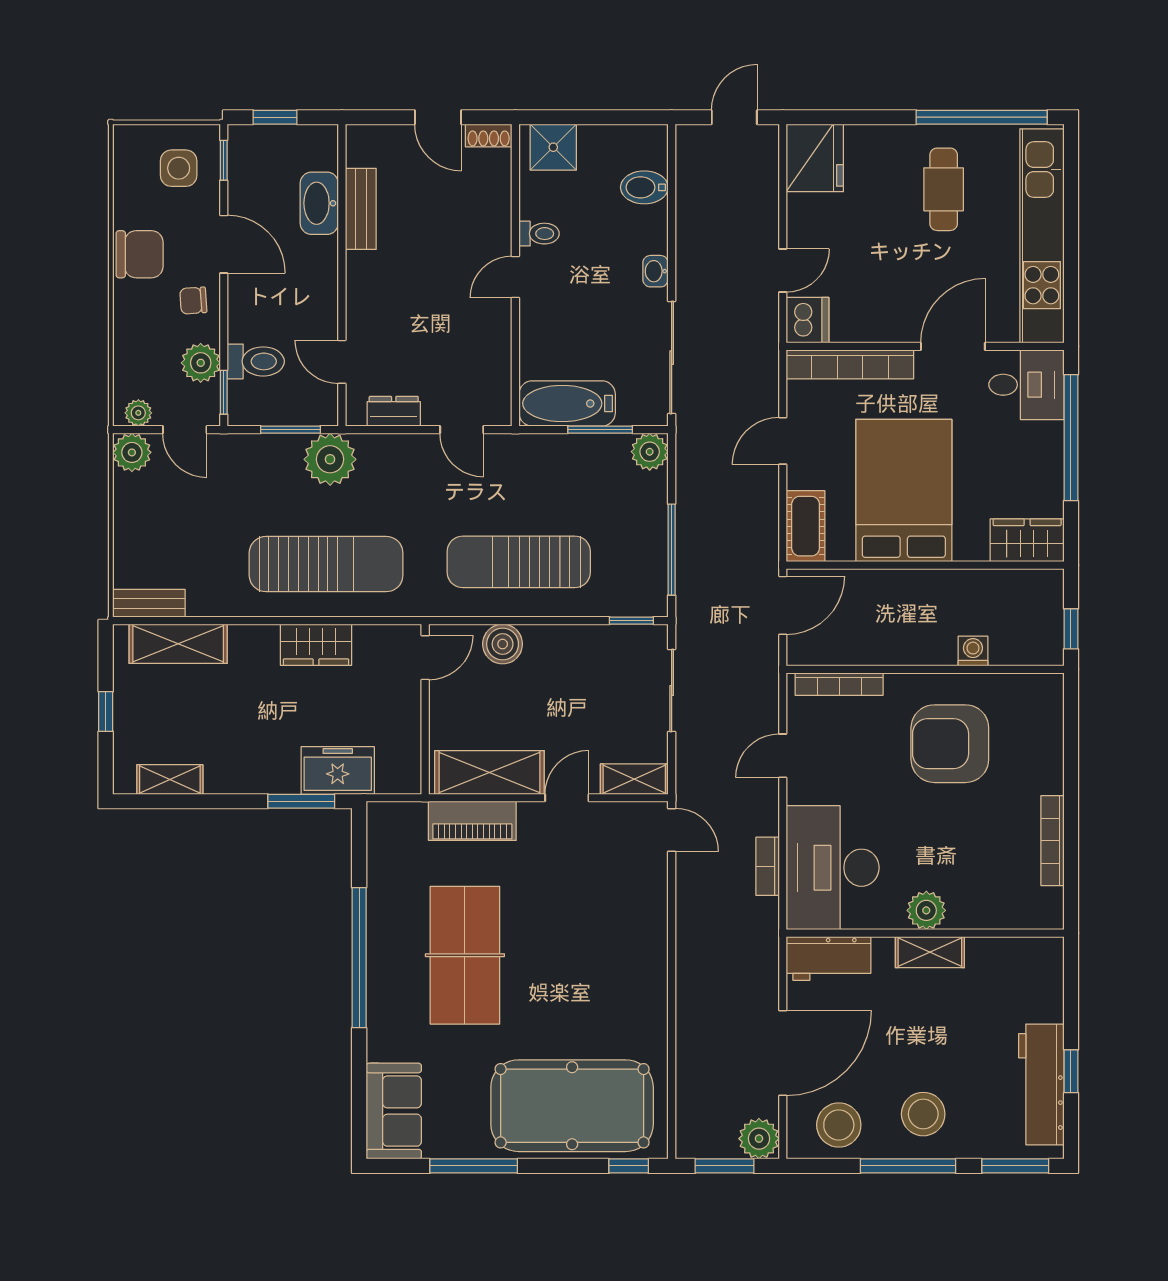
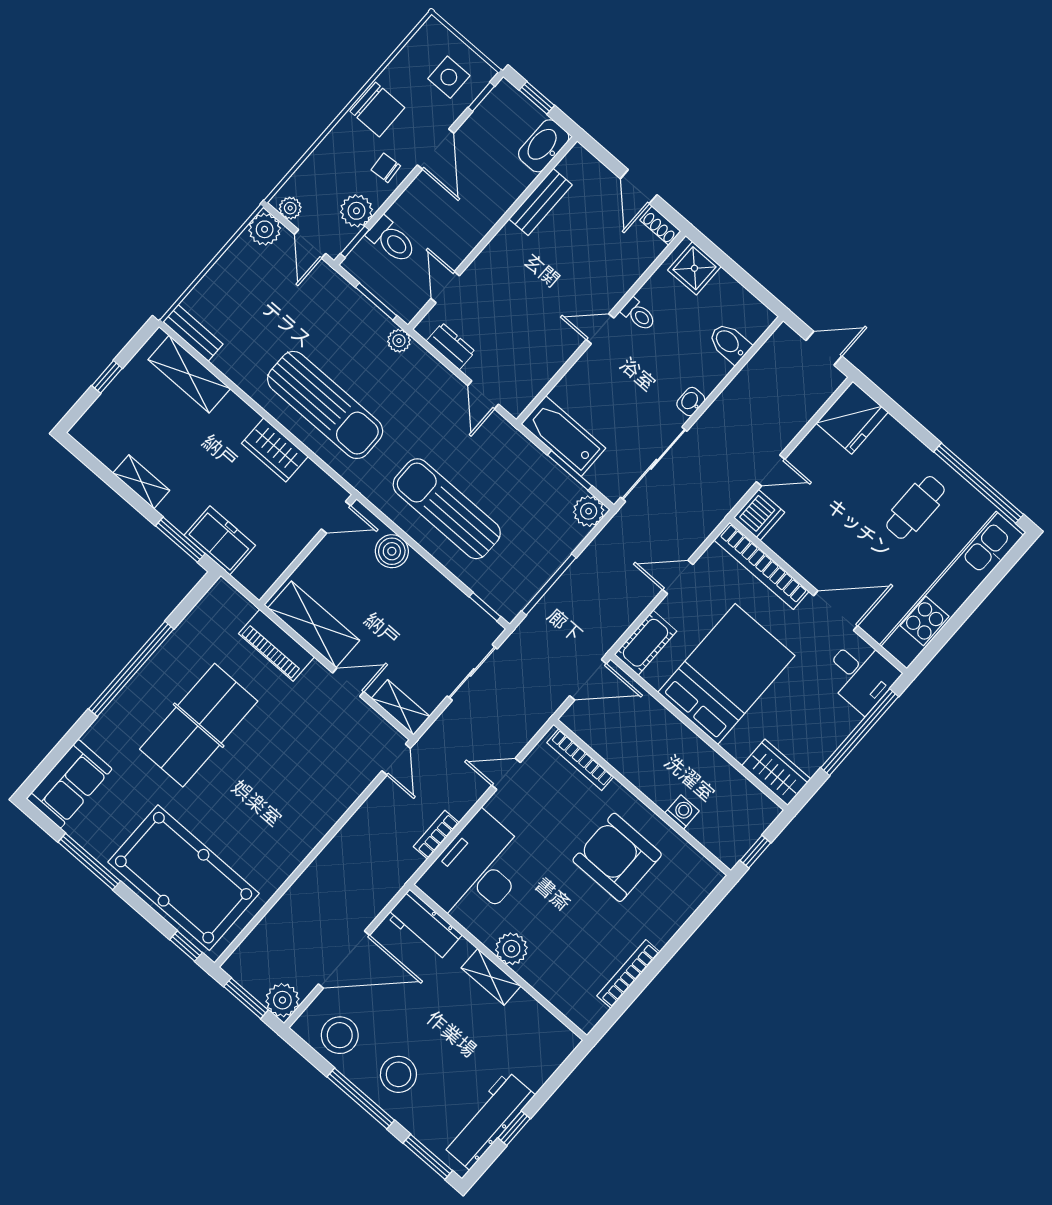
washbasin: (319, 203) -> (544, 146), moved
plant: (330, 459) -> (399, 341), width x0.53, depth x0.53
shelving: (170, 779) -> (141, 482), moved

